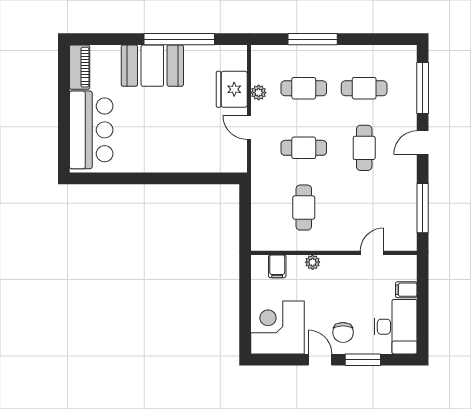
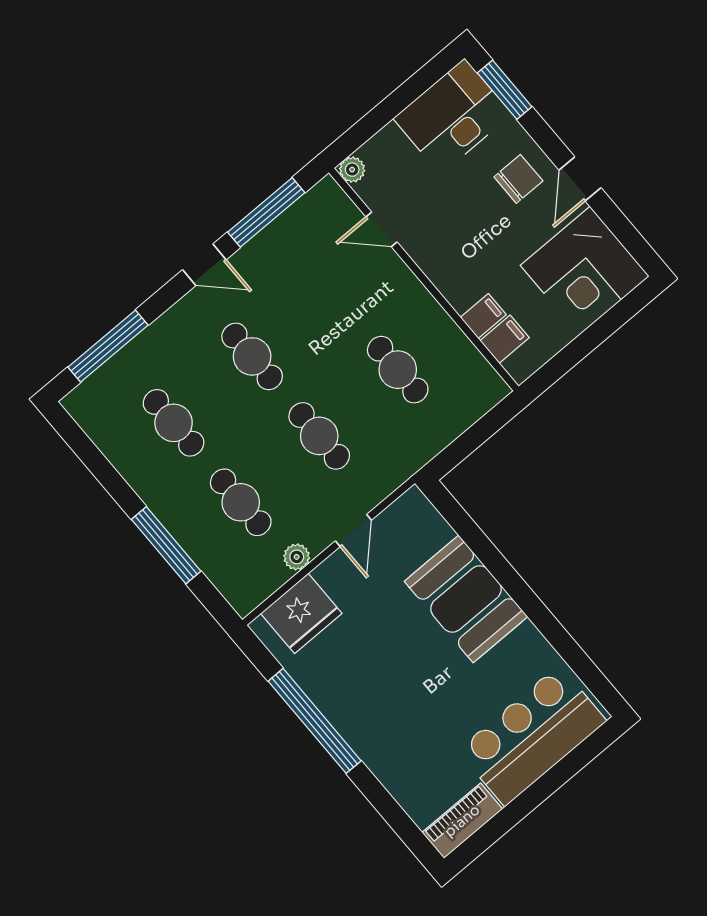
booth: (152, 66) -> (466, 599), moved
fridge: (232, 89) -> (301, 613), moved
door: (423, 143) -> (204, 265), moved
cafe table: (364, 148) -> (252, 356), turned 90
cafe table: (304, 208) -> (398, 370), turned 90
plant: (313, 262) -> (352, 170), moved
filing cabinet: (406, 290) -> (483, 316), moved, turned -90
window: (363, 360) -> (505, 90), moved

